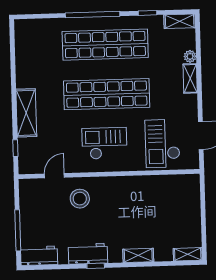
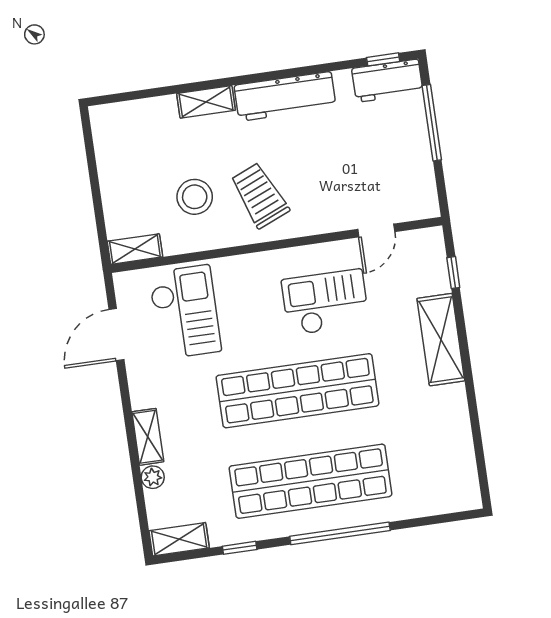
checkout: (105, 143) -> (325, 302), moved, turned 180
stool: (80, 199) -> (195, 197), moved
trolley: (115, 202) -> (260, 195), added
workbench: (88, 254) -> (285, 96), width x1.37
shelving: (188, 254) -> (135, 249), moved
window: (96, 266) -> (383, 59), moved

